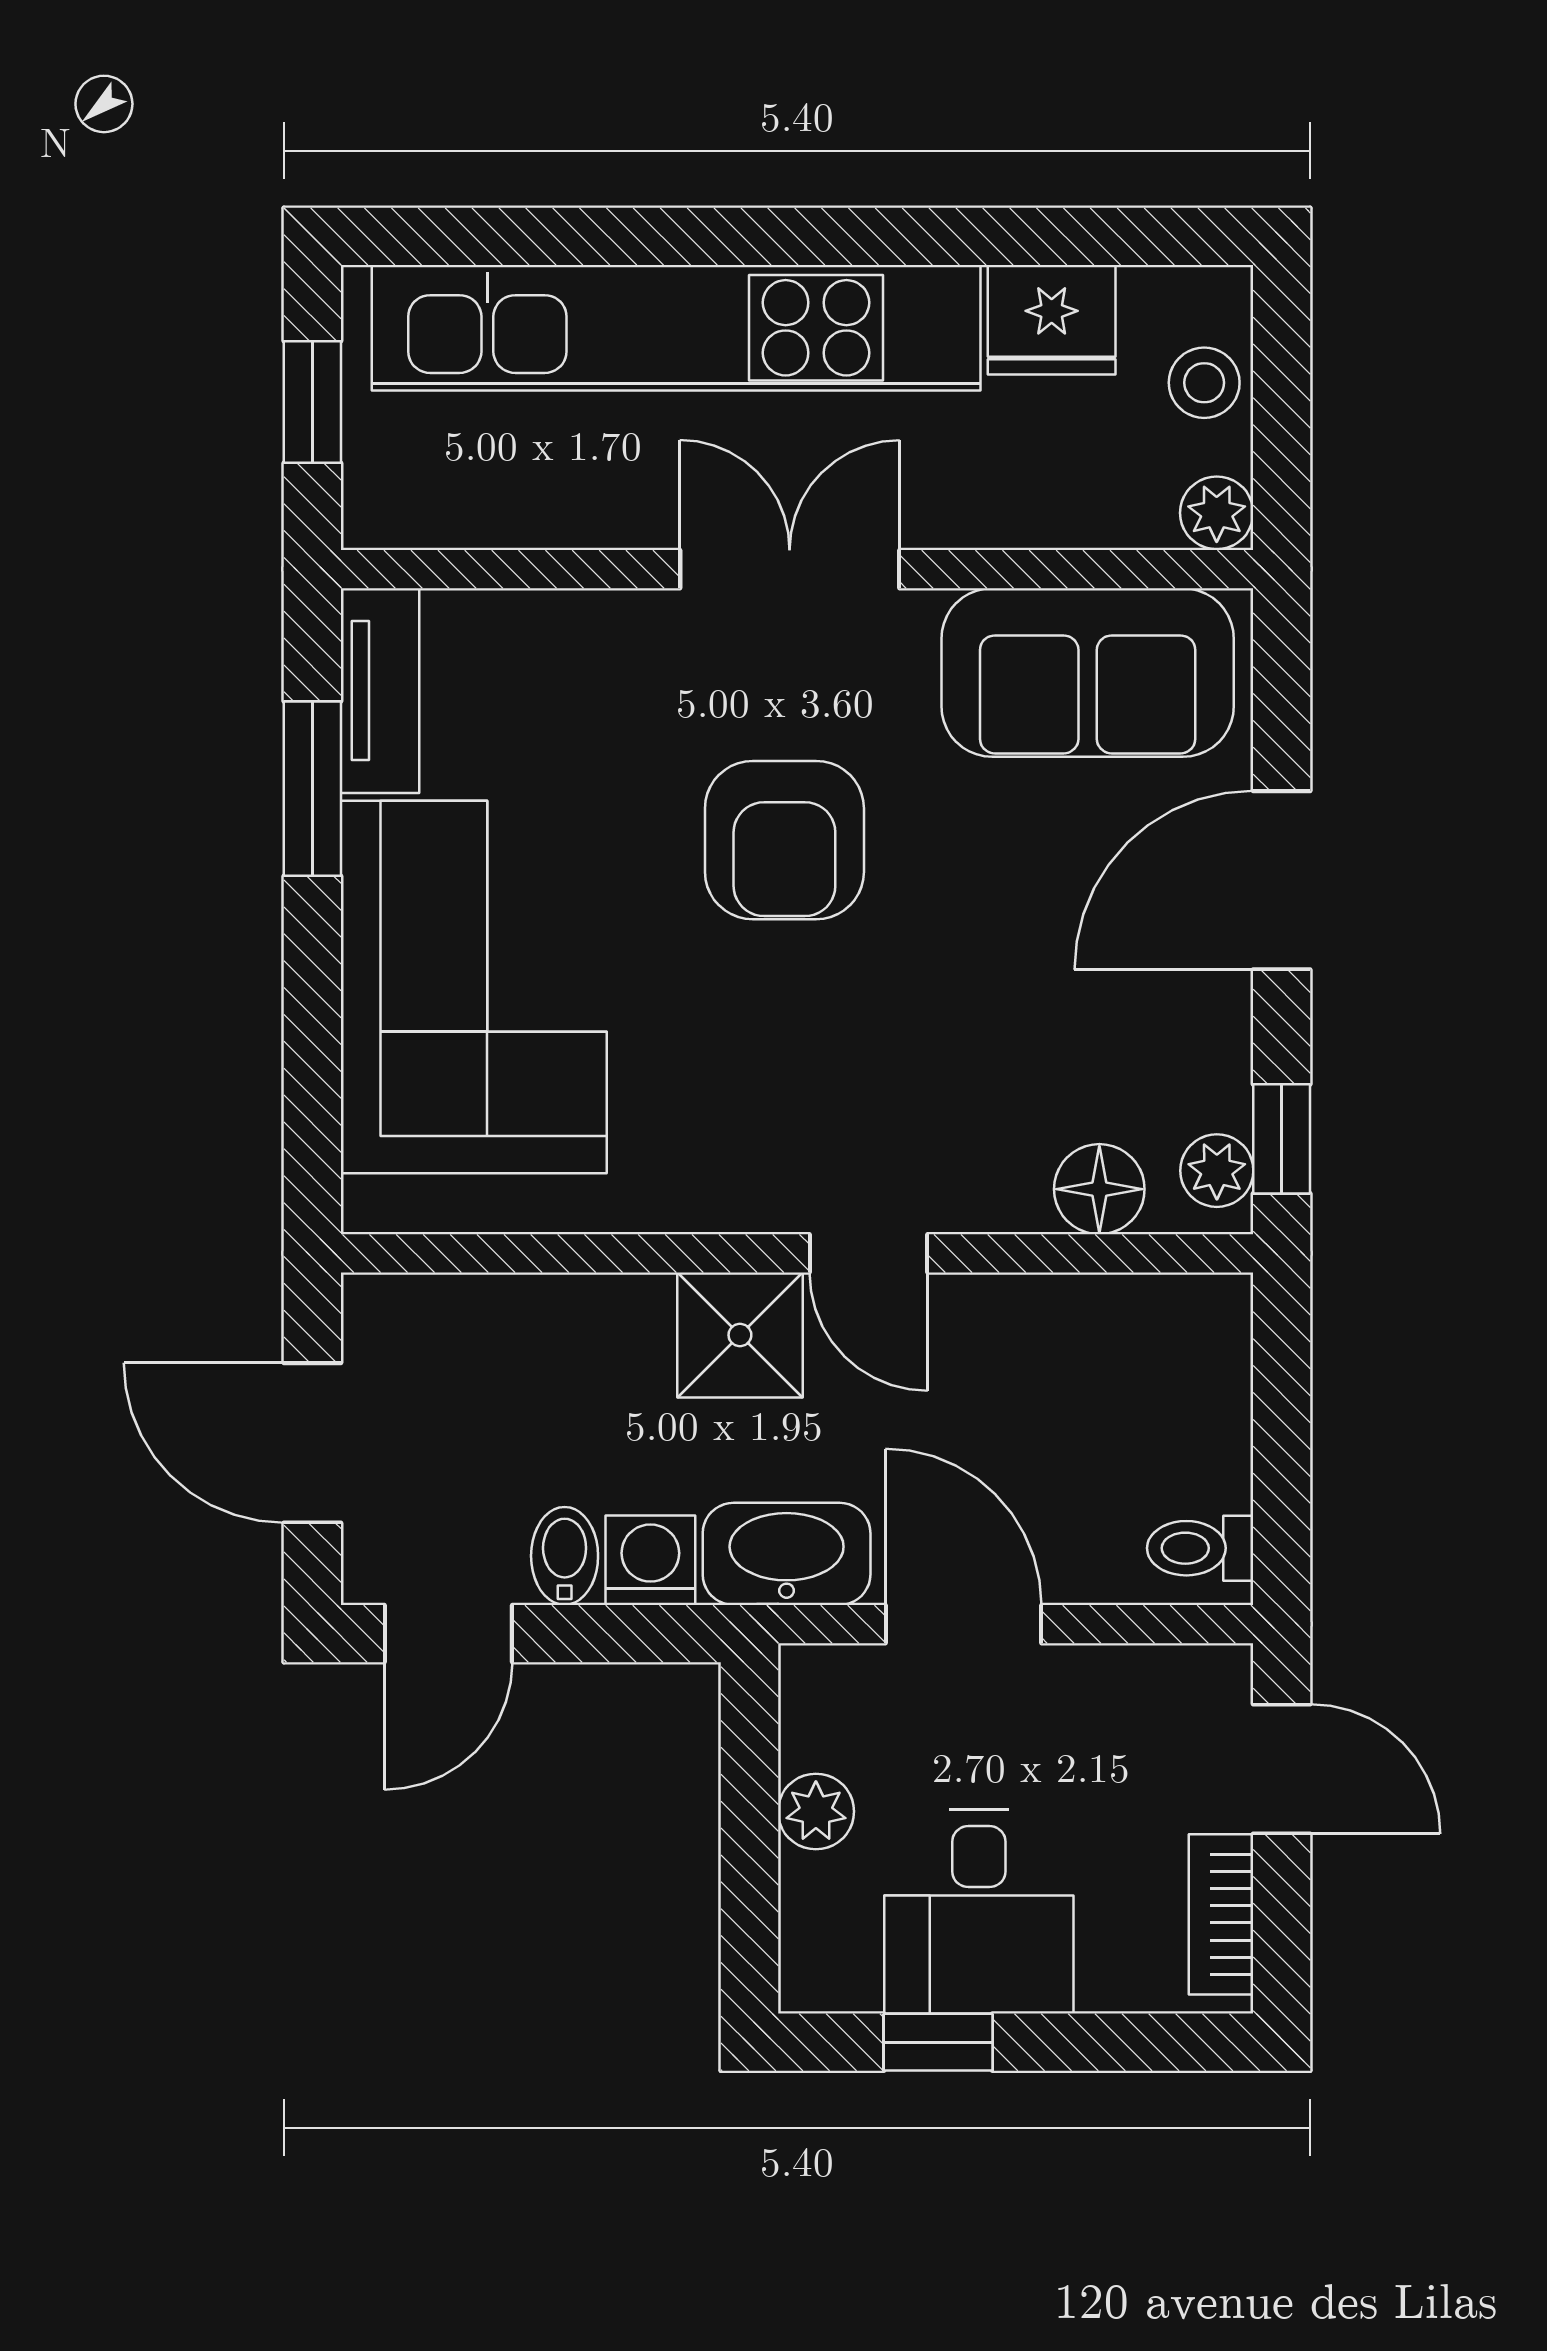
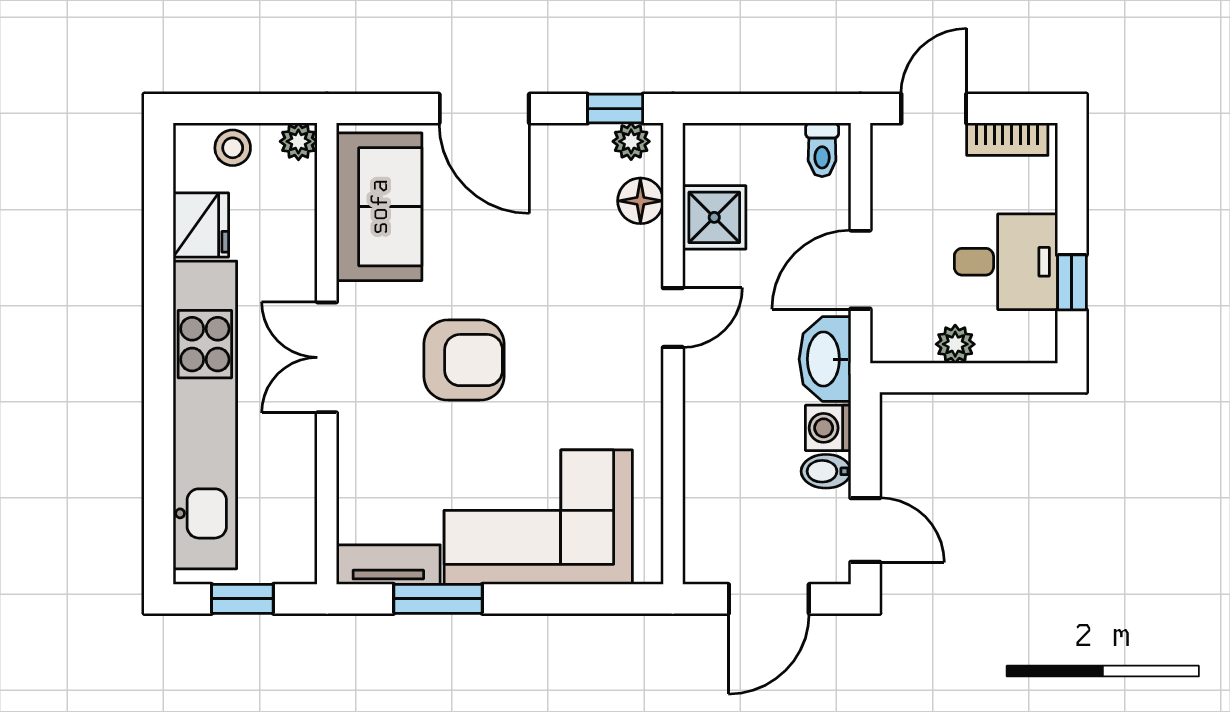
shower: (740, 1335) -> (714, 217), moved

